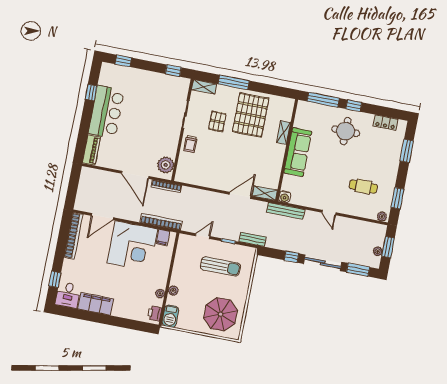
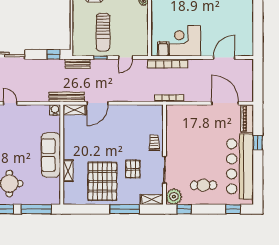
cafe table: (149, 91) -> (203, 185), added
window: (91, 92) -> (258, 143), moved
bar counter: (106, 112) -> (240, 166), width x1.36
plant: (166, 165) -> (174, 197), moved
door: (135, 175) -> (225, 103), moved
bench: (286, 211) -> (67, 97), moved
bookcase: (73, 236) -> (248, 34), removed
corner desk: (132, 246) -> (185, 41), width x0.74, depth x0.74
window: (292, 257) -> (54, 54), moved
sun lounger: (220, 266) -> (103, 32), turned -90

